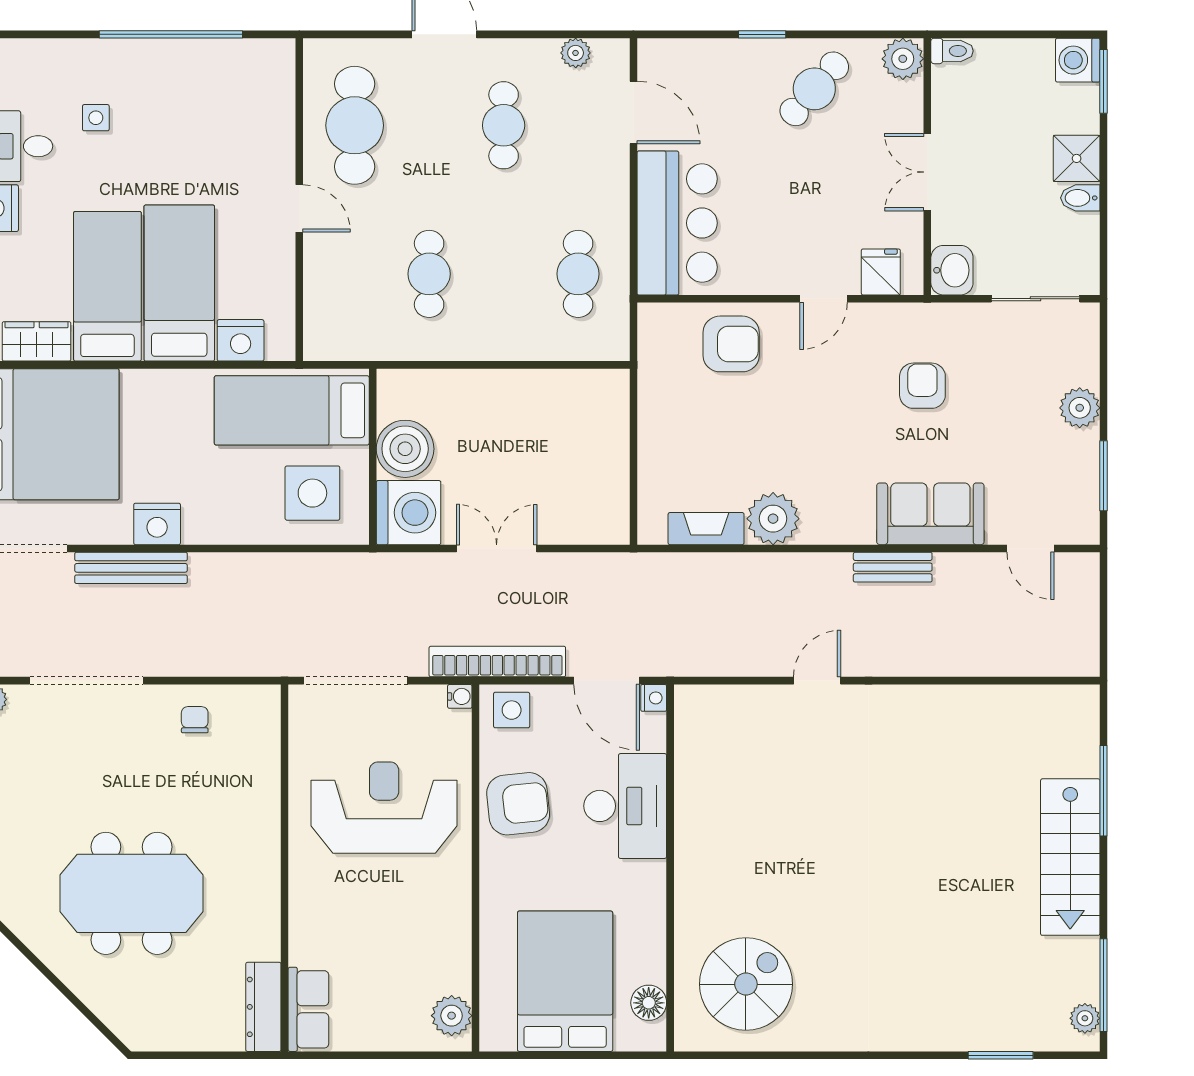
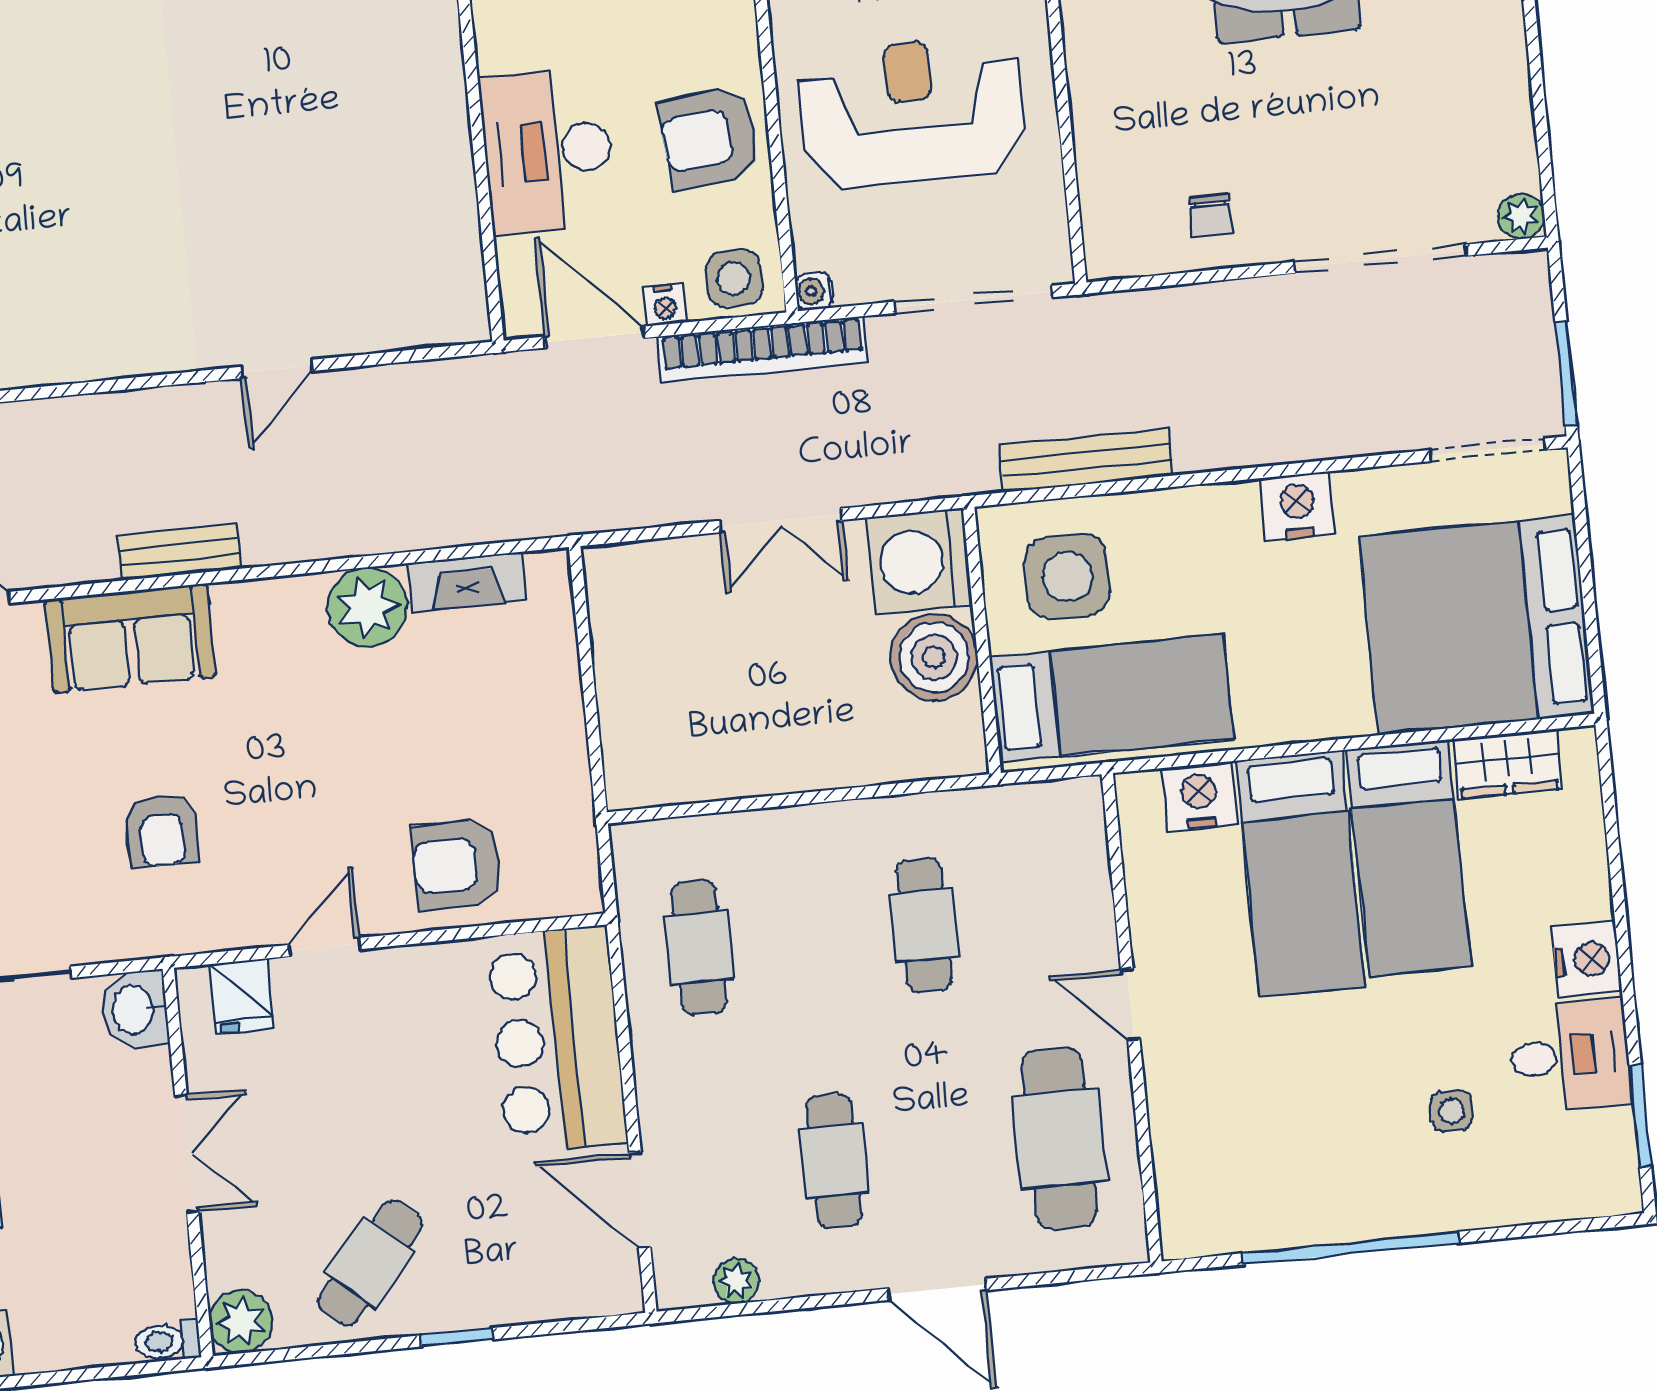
bench: (131, 568) -> (1086, 460), moved
nightstand: (654, 698) -> (665, 305), moved, turned -90
reception desk: (384, 808) -> (912, 112), turned 180

